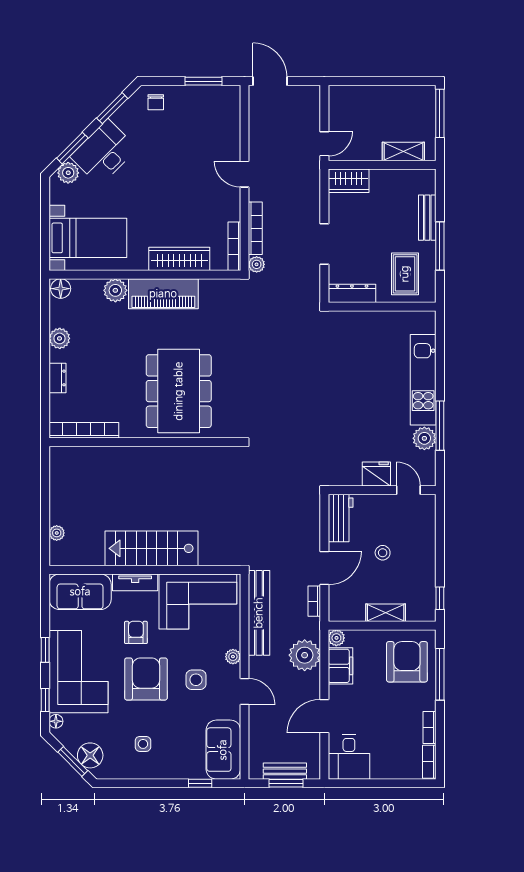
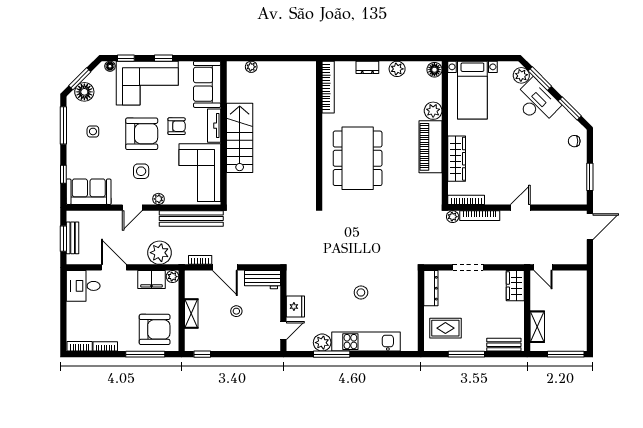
bench: (427, 218) -> (504, 345), moved
stool: (358, 387) -> (361, 292), added
dining table: (179, 391) -> (358, 158), turned 90
window: (135, 783) -> (63, 125), added

